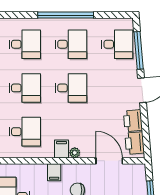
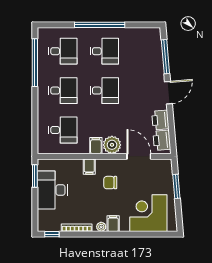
desk: (117, 44) -> (146, 51), removed
plant: (75, 153) -> (112, 145), width x1.87, depth x1.87

